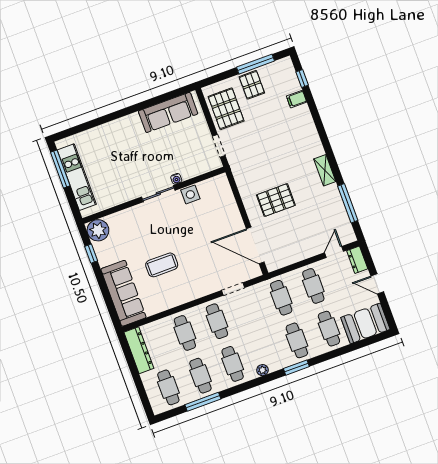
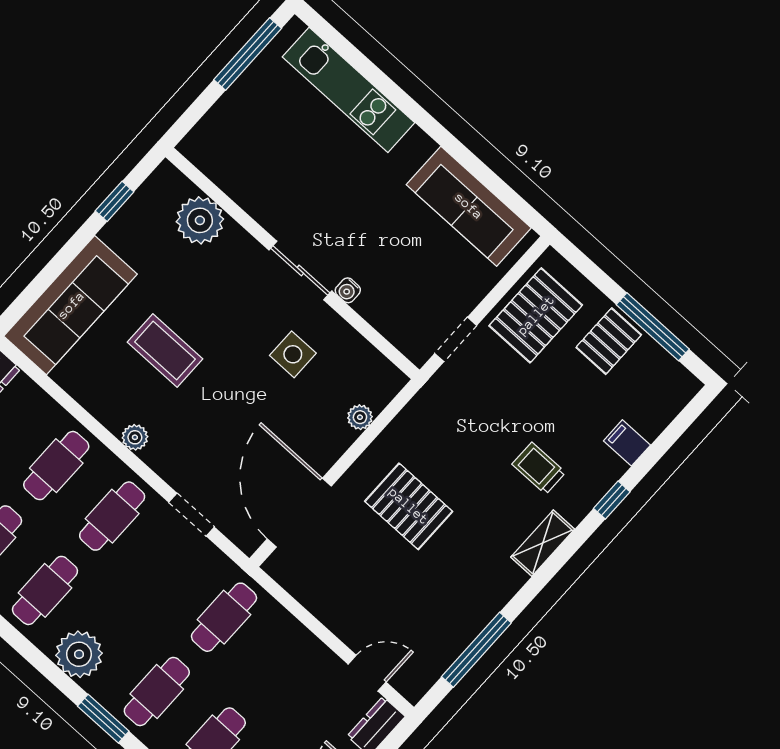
window: (302, 79) -> (612, 500), moved
trolley: (288, 140) -> (539, 468), added
shelving: (325, 170) -> (543, 543), moved
kitchen unit: (77, 177) -> (349, 90), moved, turned 90
side table: (190, 194) -> (293, 354), moved
plant: (230, 201) -> (360, 417), added
plant: (98, 230) -> (200, 220), moved
cafe table: (313, 286) -> (280, 668), removed
plant: (190, 295) -> (135, 437), added
plant: (262, 370) -> (79, 654), width x1.88, depth x1.88

